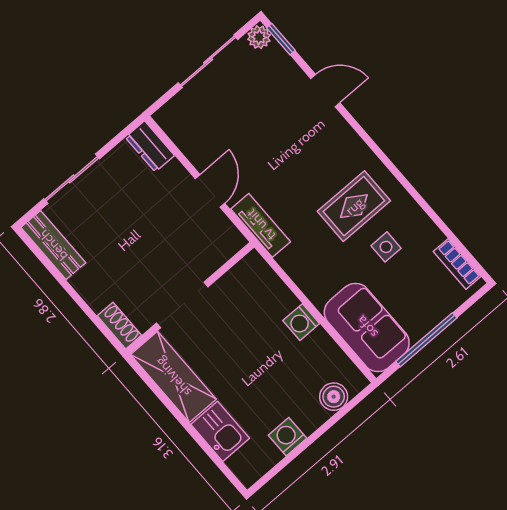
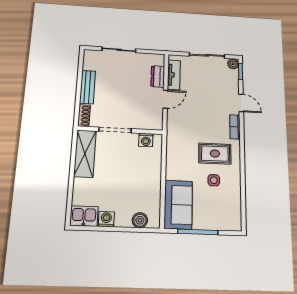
dresser: (150, 146) -> (158, 76), moved
tv unit: (261, 225) -> (174, 75), moved
bench: (53, 245) -> (87, 87), moved
bookcase: (457, 264) -> (235, 127), moved
washing machine: (301, 322) -> (146, 140), moved, turned -90
kitchen sink: (220, 431) -> (84, 216), moved, turned -90

